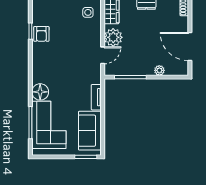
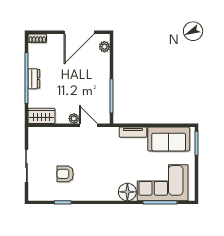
side table: (88, 12) -> (43, 141), removed
armchair: (41, 34) -> (65, 174), moved, turned 180
plant: (113, 37) -> (74, 119), width x0.53, depth x0.53
plant: (159, 70) -> (104, 47), moved

